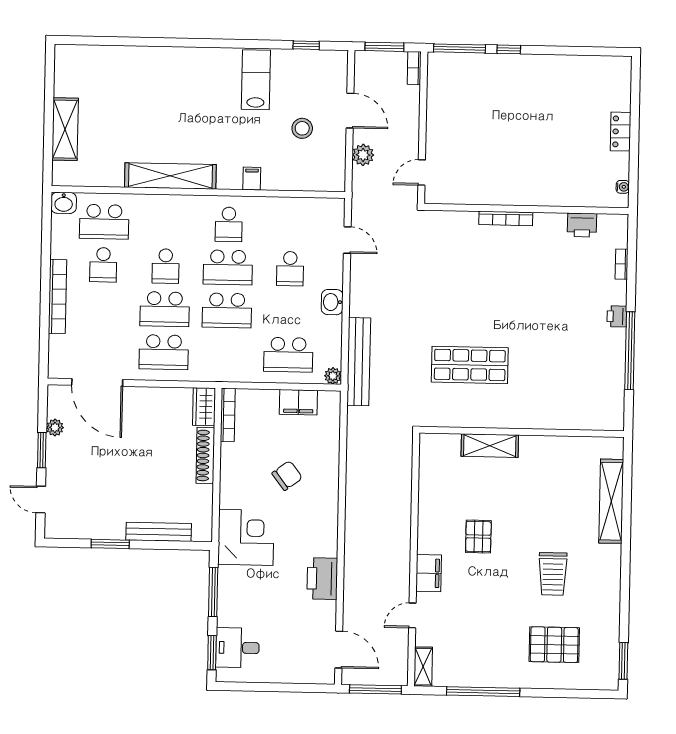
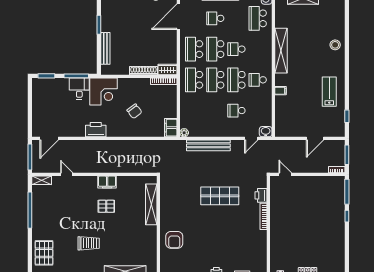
lab bench: (256, 80) -> (329, 92), turned -90
stool: (302, 128) -> (335, 45), moved
plant: (363, 155) -> (293, 145), removed
printer: (582, 225) -> (261, 195), moved
school desk: (103, 265) -> (215, 18), moved
washbasin: (332, 302) -> (266, 132), moved
school desk: (288, 355) -> (194, 80), moved
bench: (359, 362) -> (208, 145), moved
shop shelf: (470, 365) -> (220, 196), moved, turned 90
armchair: (550, 400) -> (174, 240), added
filing cabinet: (298, 402) -> (171, 128), moved
shelving: (490, 446) -> (151, 204), width x1.47
filing cabinet: (429, 573) -> (107, 182), moved
trolley: (553, 574) -> (89, 243), turned 180
printer: (322, 579) -> (96, 130), moved
pallet: (554, 645) -> (44, 253), moved
desk: (238, 648) -> (79, 89), moved

